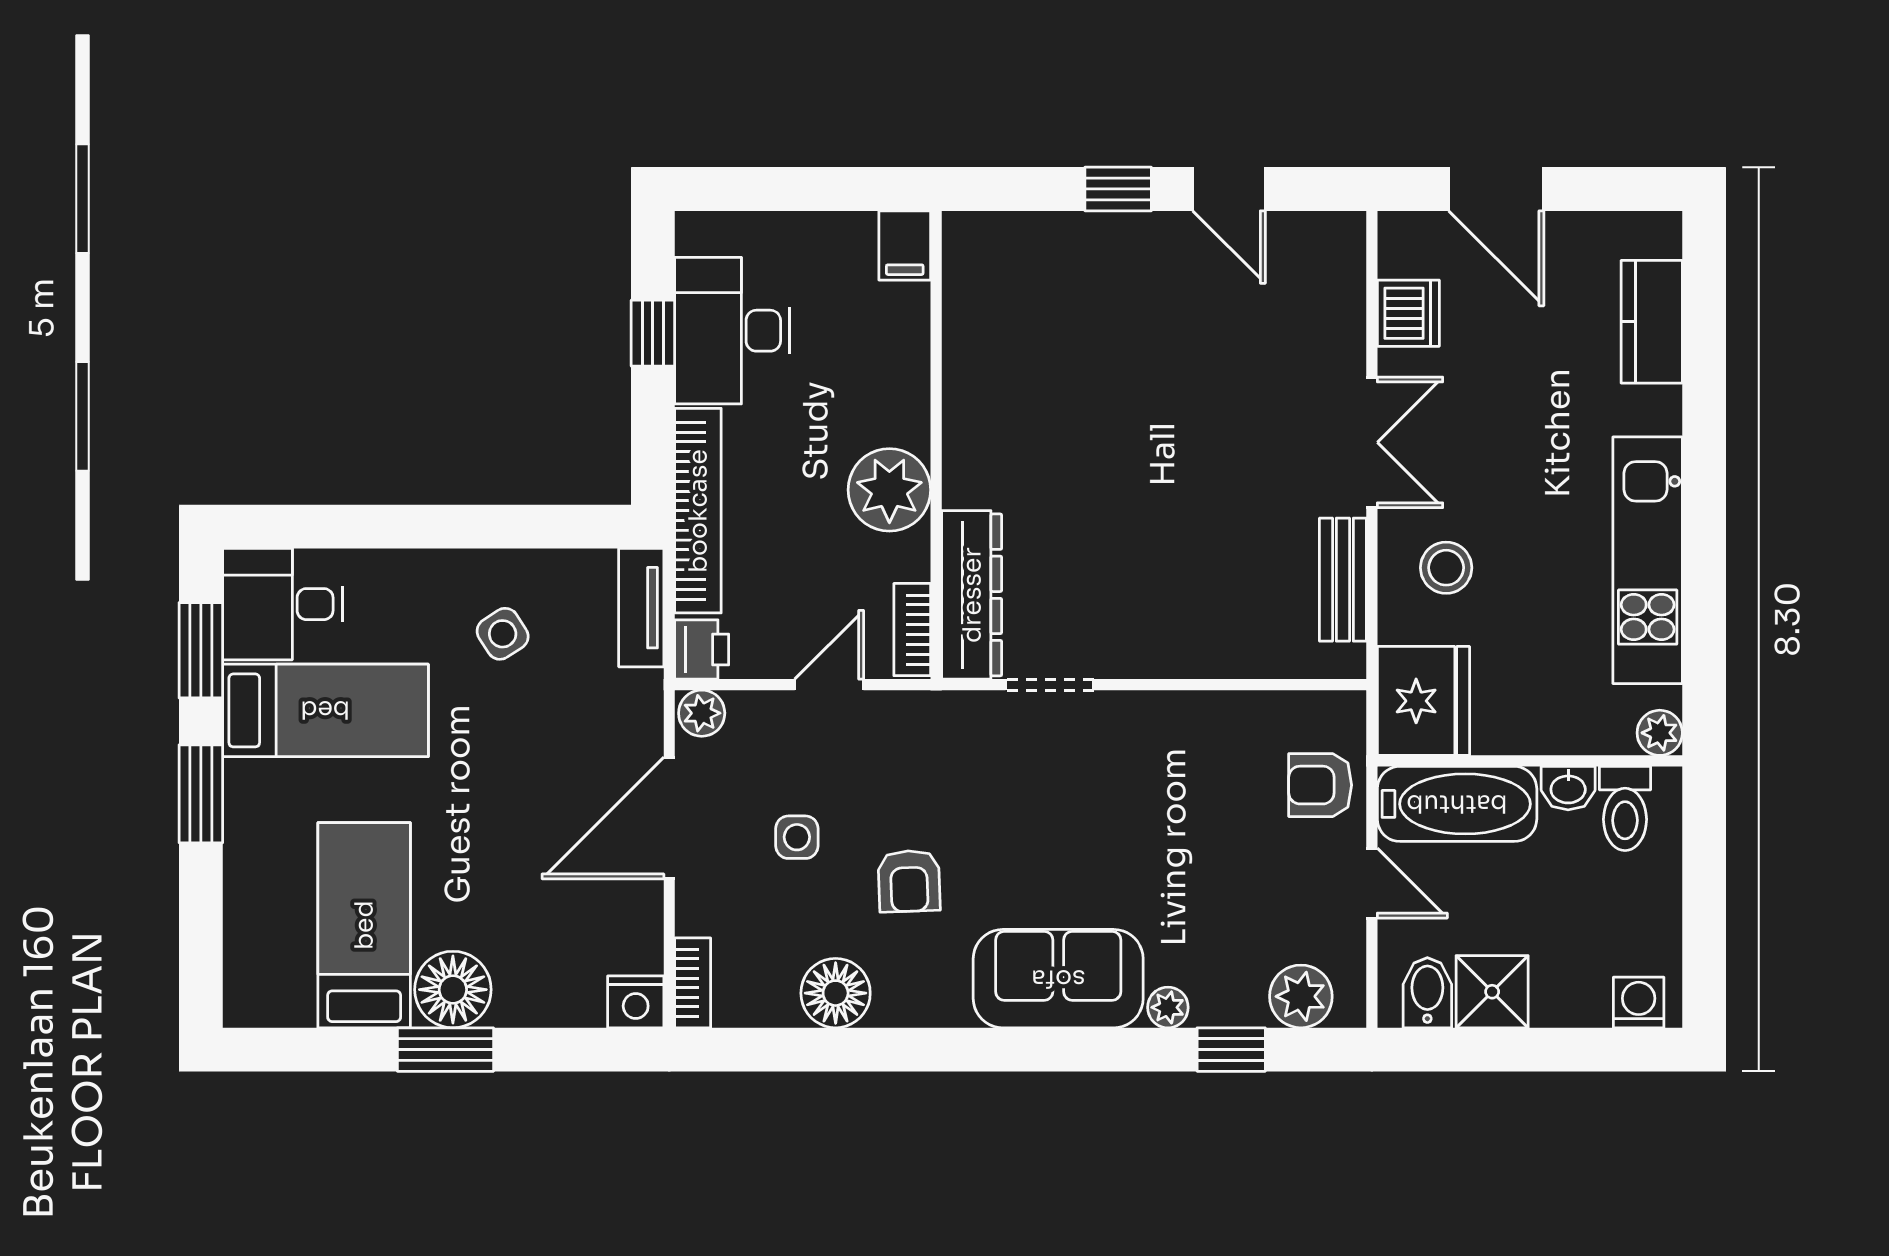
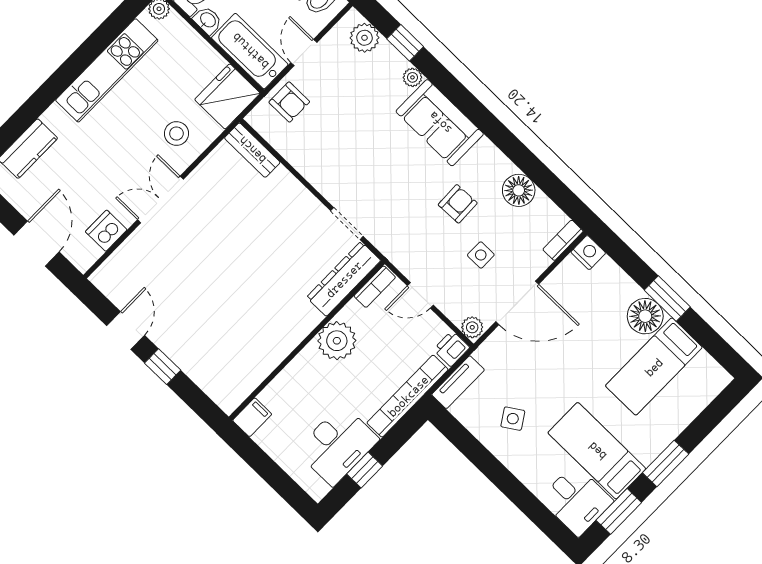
bench: (1343, 580) -> (252, 150), moved, turned 90

